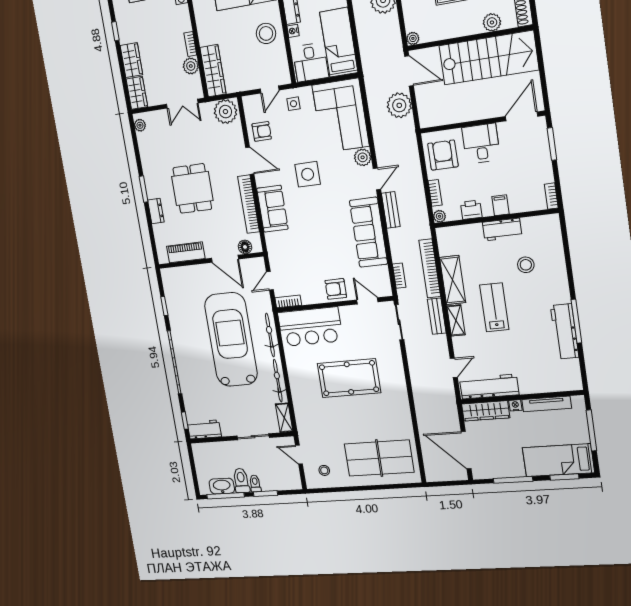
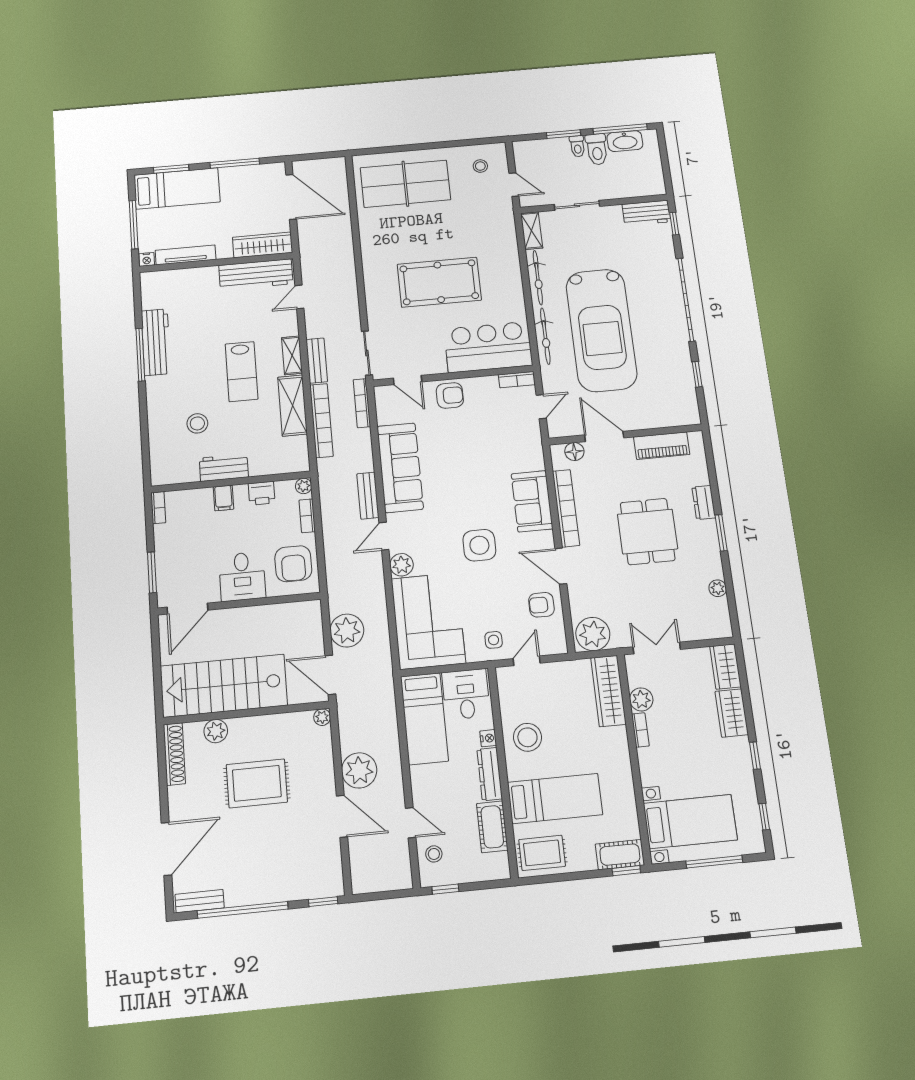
plant: (140, 125) -> (718, 588), moved
bookcase: (399, 276) -> (362, 403), width x1.56
nightstand: (515, 405) -> (147, 259), moved

